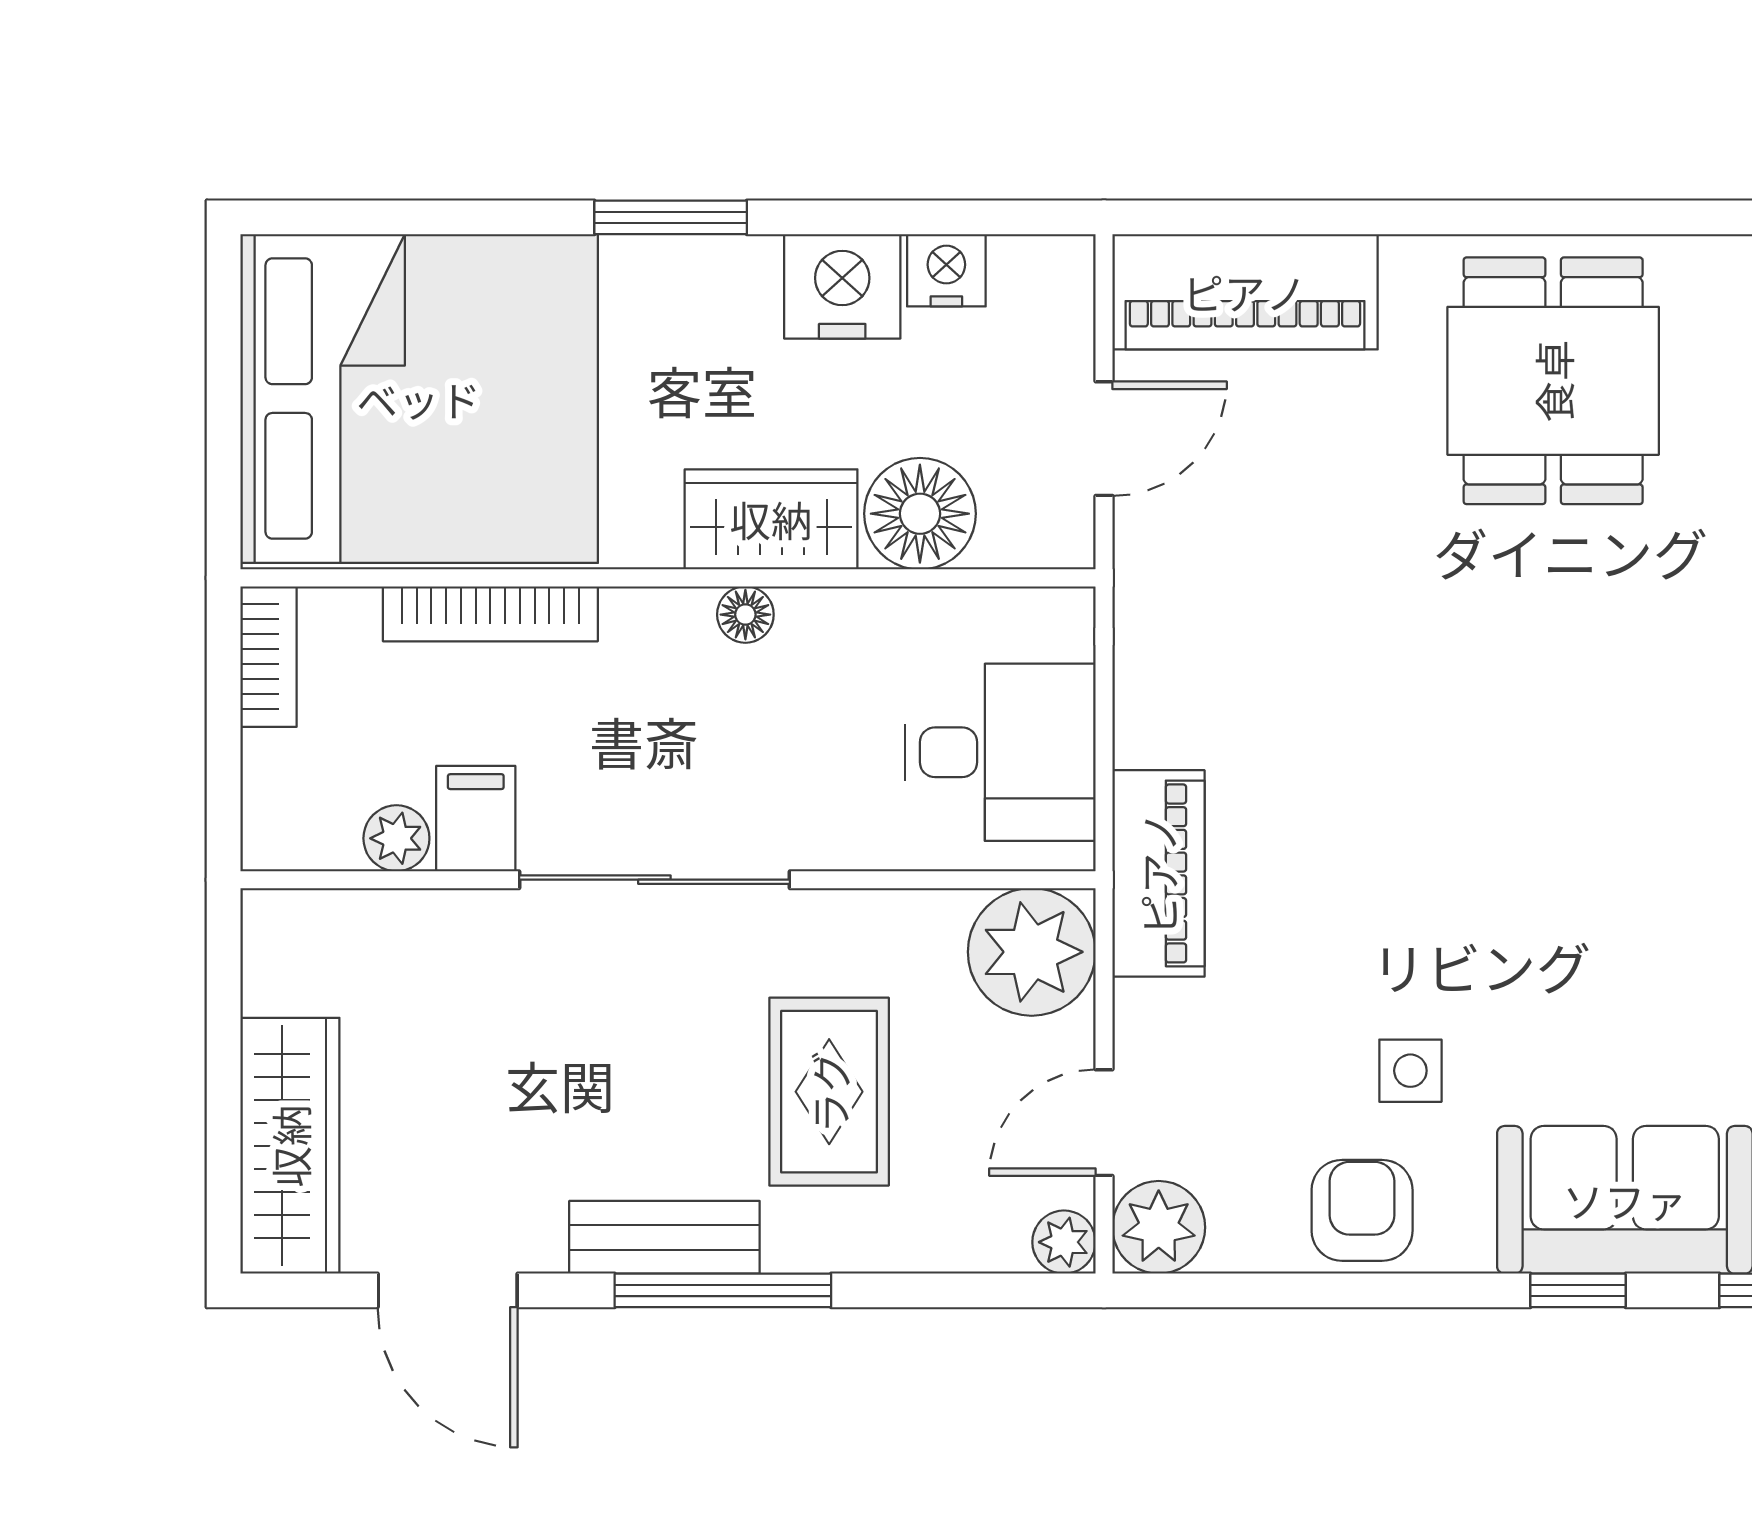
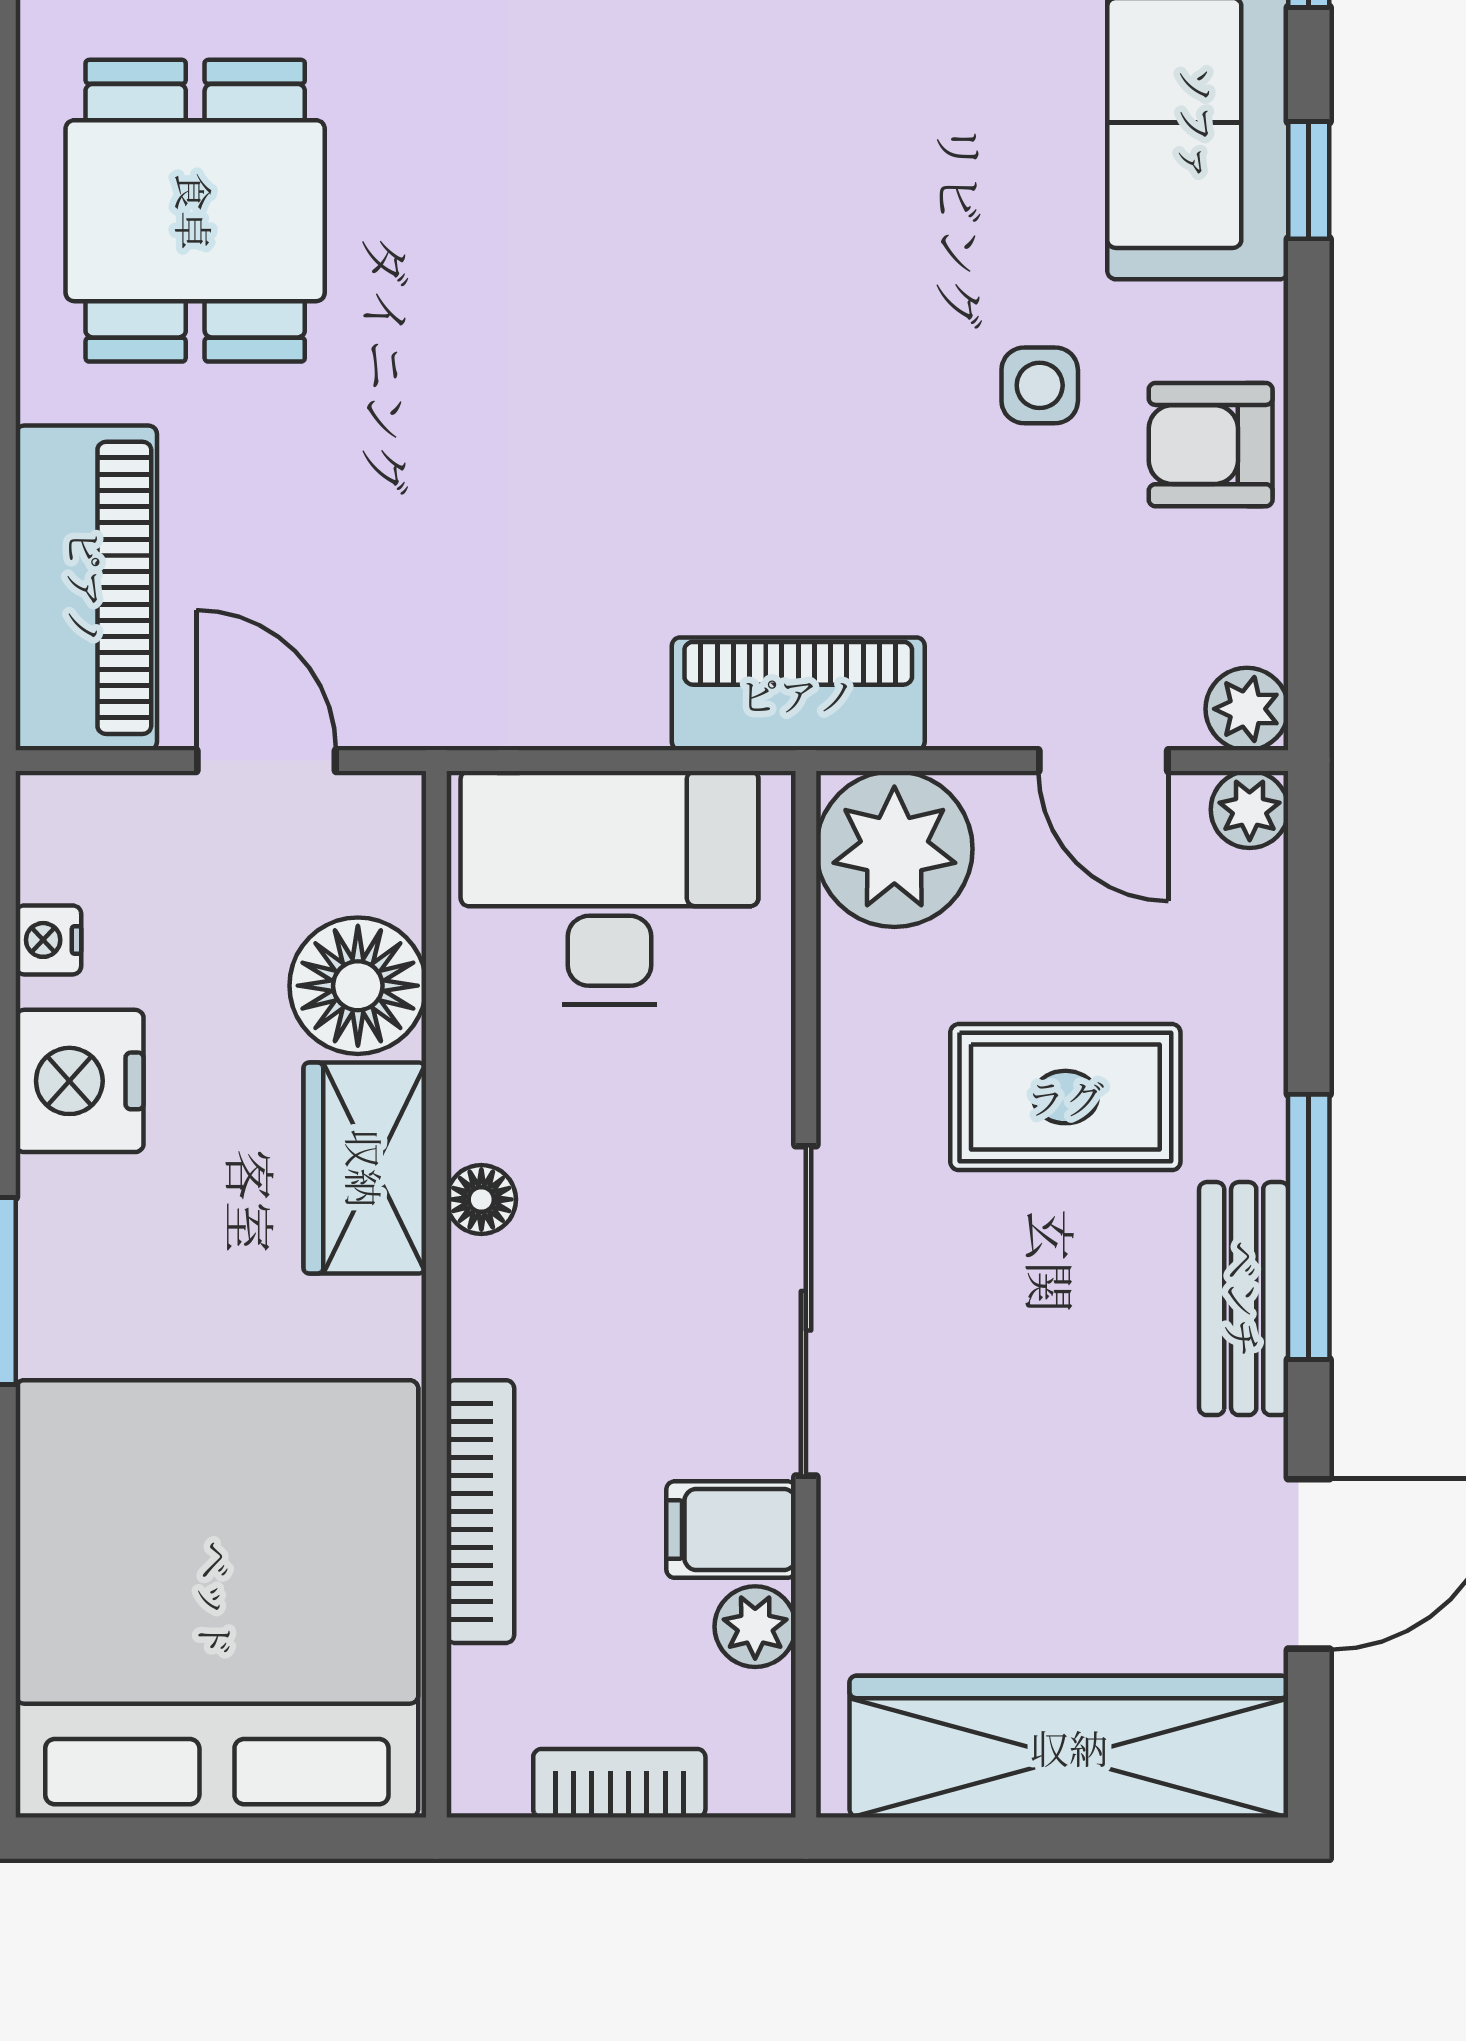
nightstand: (946, 270) -> (48, 940), width x0.72, depth x0.74
dining table: (1553, 381) -> (195, 211), turned 90
bookcase: (269, 657) -> (619, 1783), moved
desk: (1000, 752) -> (609, 888), width x1.37
wardrobe: (290, 1146) -> (1069, 1747), width x1.40, depth x1.17
plant: (1159, 1227) -> (1247, 709), width x0.73, depth x0.73

